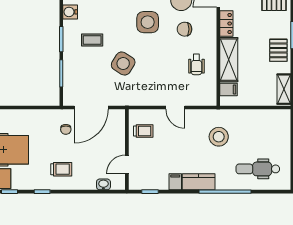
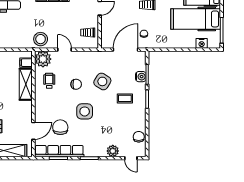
water cooler: (70, 12) -> (141, 77), moved
locker: (226, 24) -> (28, 110), removed
chair: (184, 29) -> (76, 84), moved
plant: (205, 94) -> (43, 59), added
stool: (219, 137) -> (41, 39), moved

